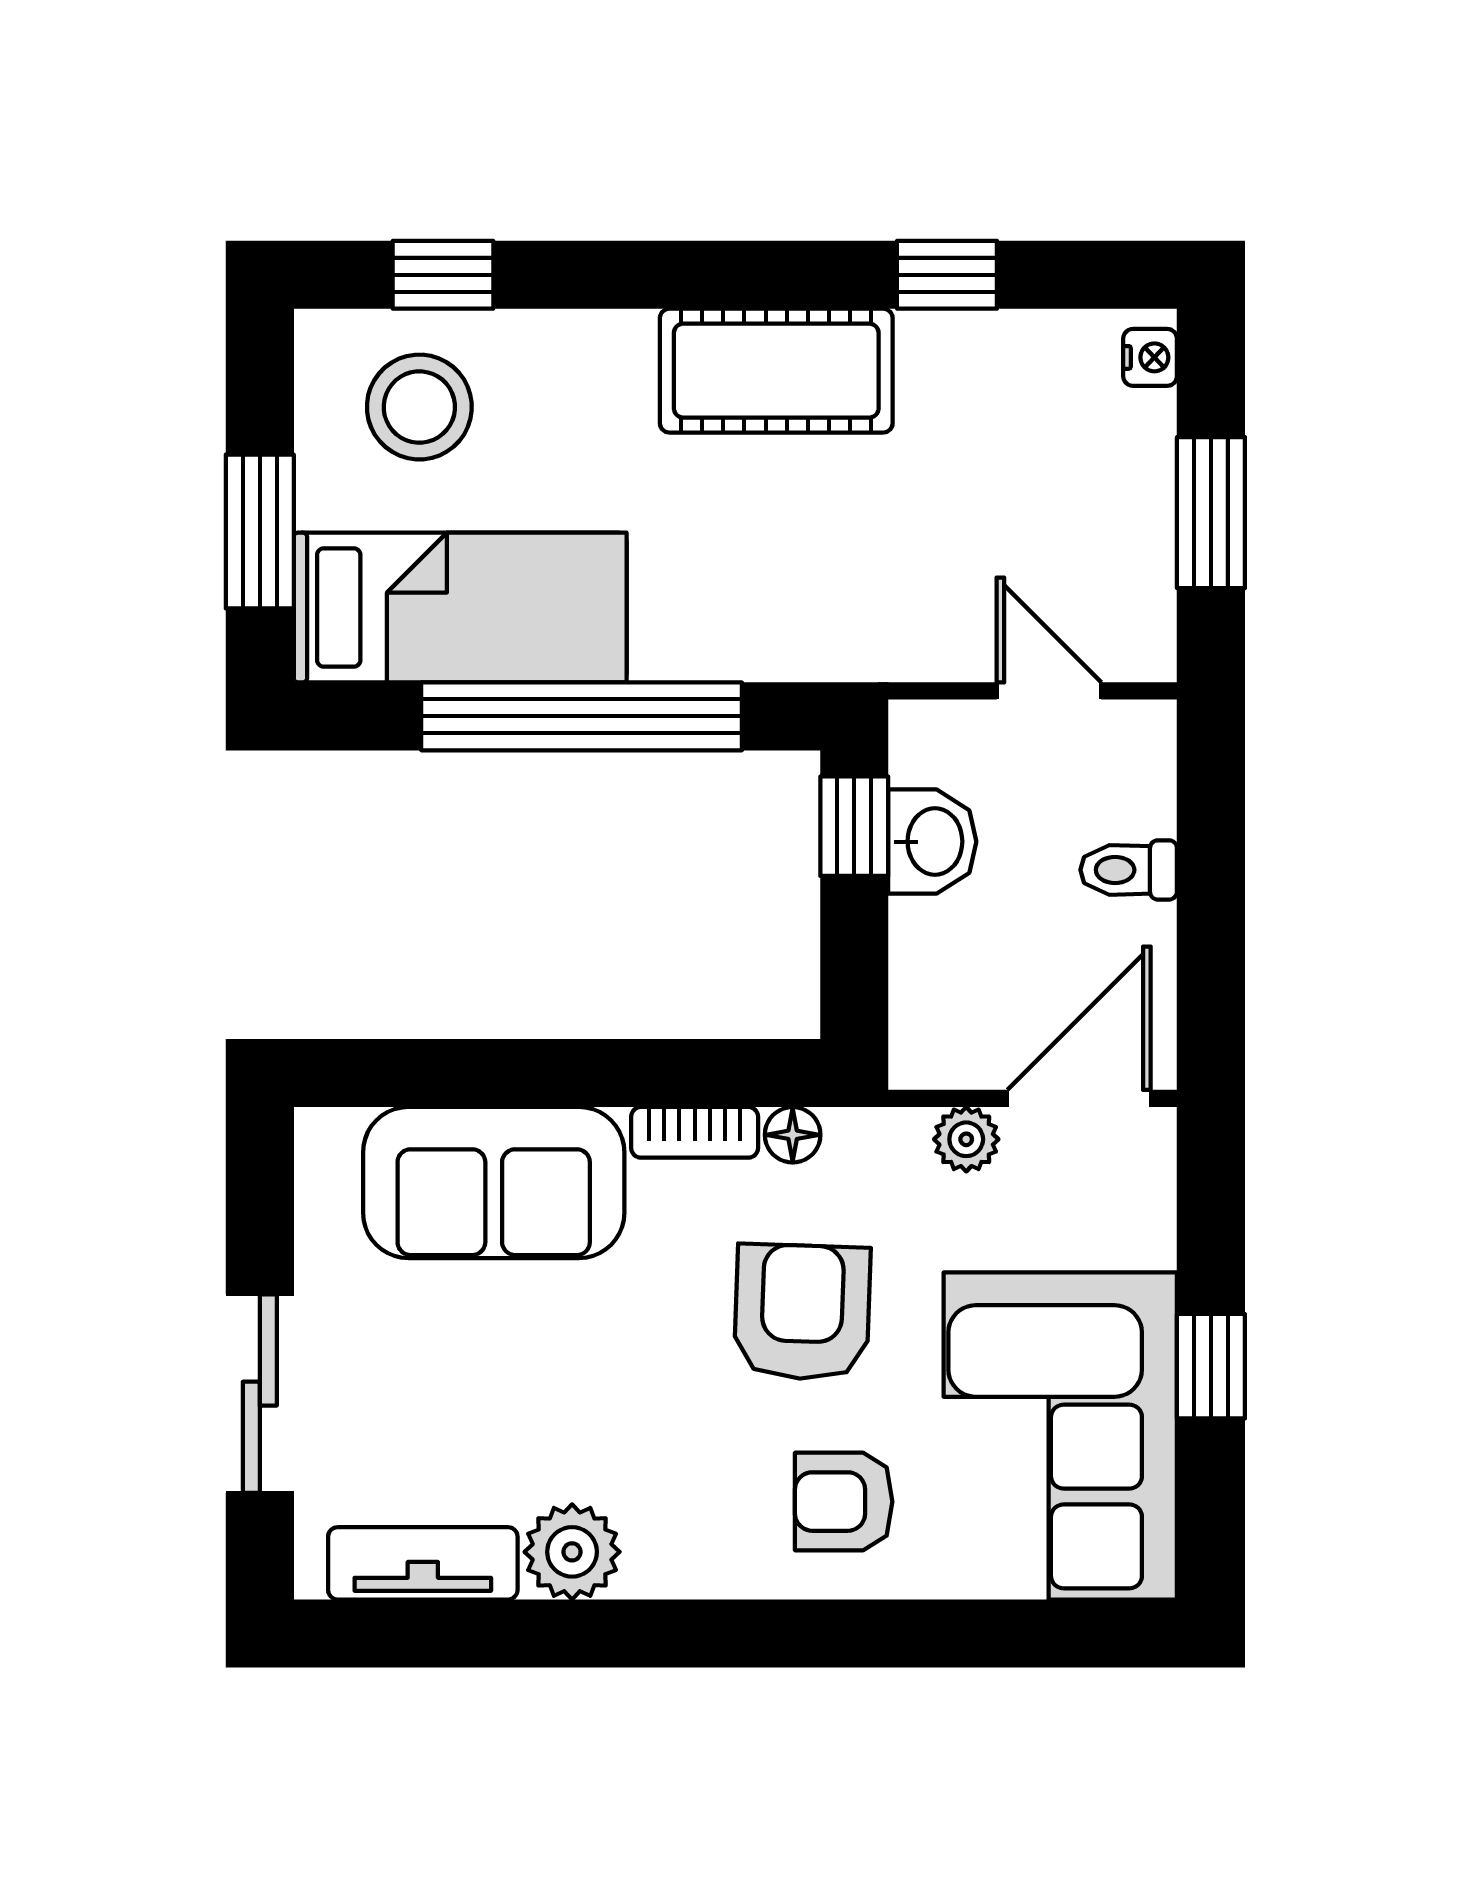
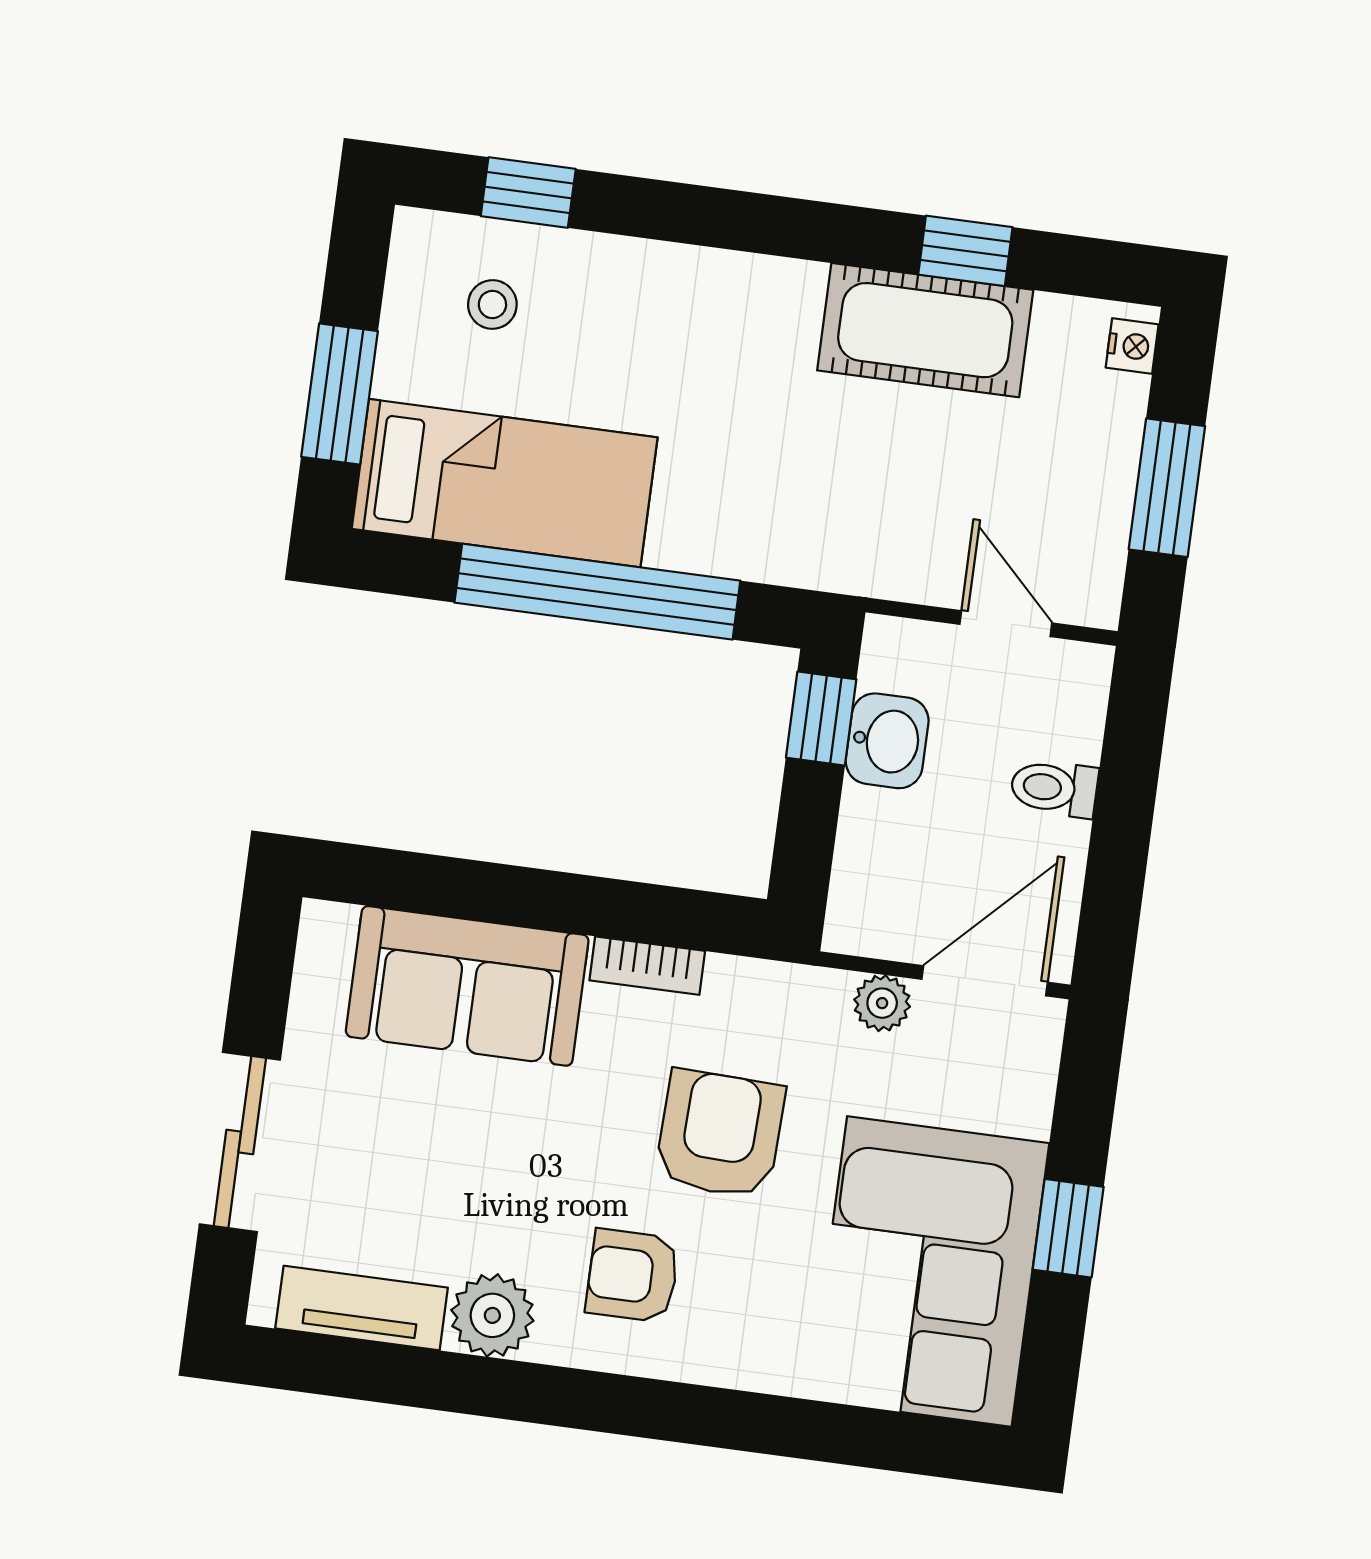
cot: (776, 371) -> (925, 330), moved
stool: (419, 407) -> (492, 304), width x0.53, depth x0.53
floor lamp: (793, 1135) -> (732, 979), removed
armchair: (844, 1502) -> (632, 1276), moved

